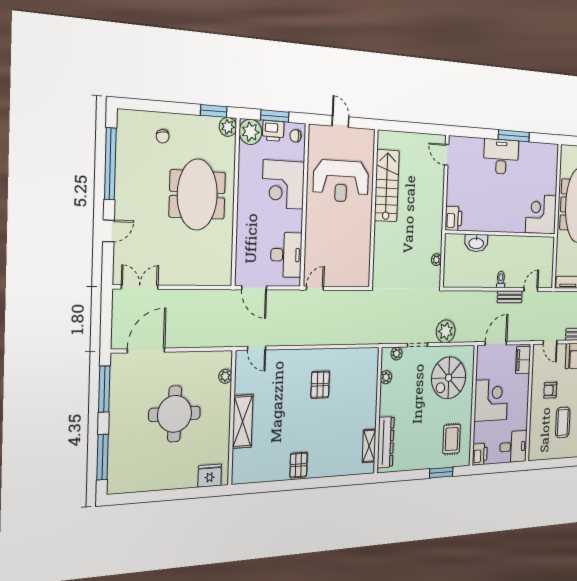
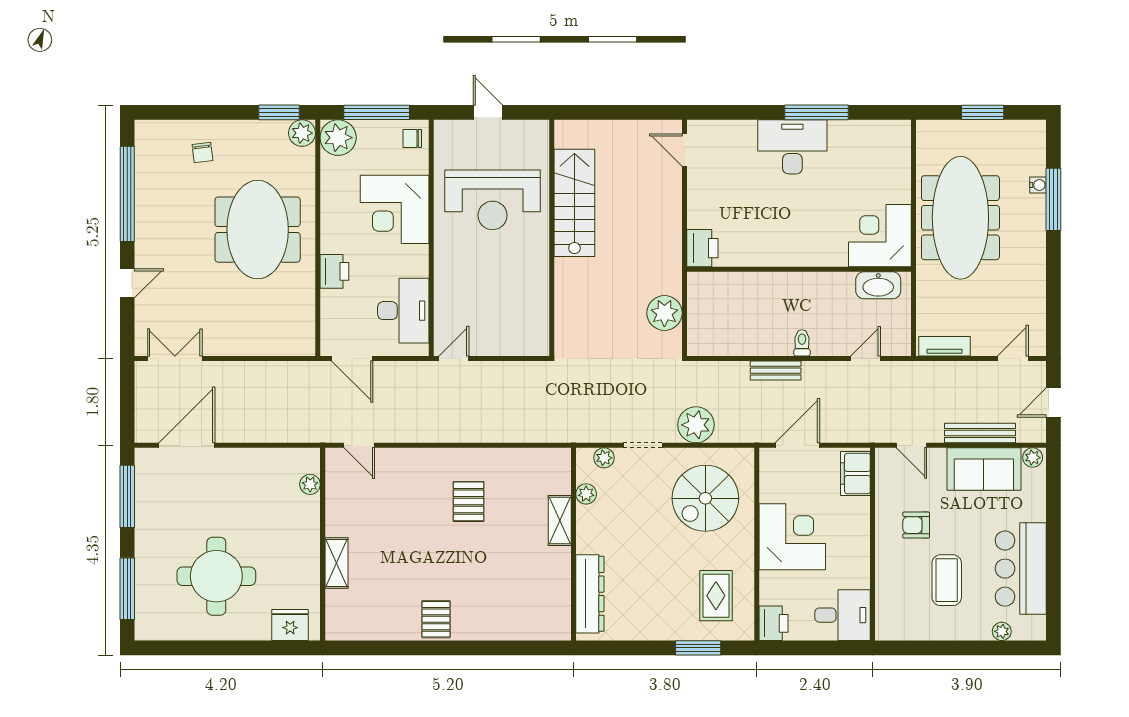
window: (275, 116) -> (377, 112), width x1.44
printer: (273, 131) -> (334, 271), moved, turned -90
washbasin: (476, 243) -> (878, 285), moved
plant: (436, 260) -> (664, 313), width x1.88, depth x1.88
bench: (510, 297) -> (776, 371), moved
round table: (175, 414) -> (216, 576), moved
shelving: (243, 421) -> (336, 563), width x0.67, depth x0.75
shelving: (369, 446) -> (560, 521), moved

